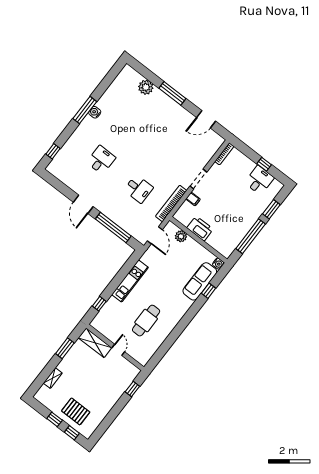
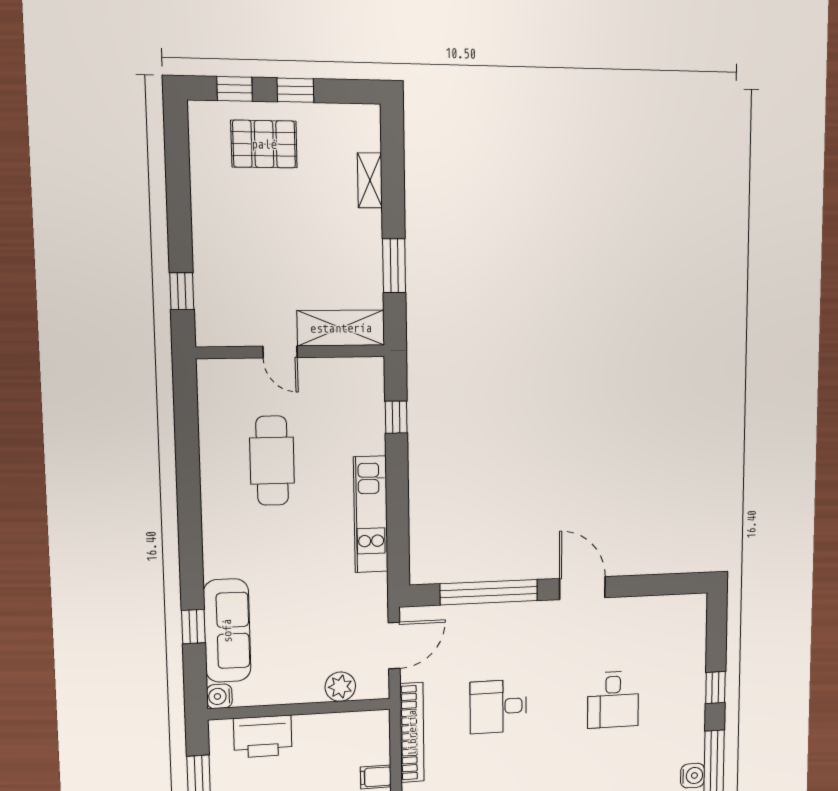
window: (53, 151) -> (715, 688), moved
printer: (200, 228) -> (263, 736), moved
door: (155, 235) -> (394, 645), swing flipped

